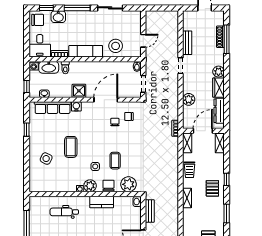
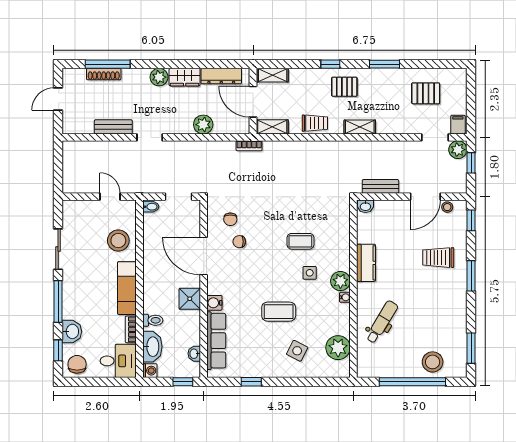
plant: (128, 184) -> (338, 348), moved
chair: (108, 185) -> (340, 252), removed
dental chair: (64, 212) -> (382, 322), turned -149

